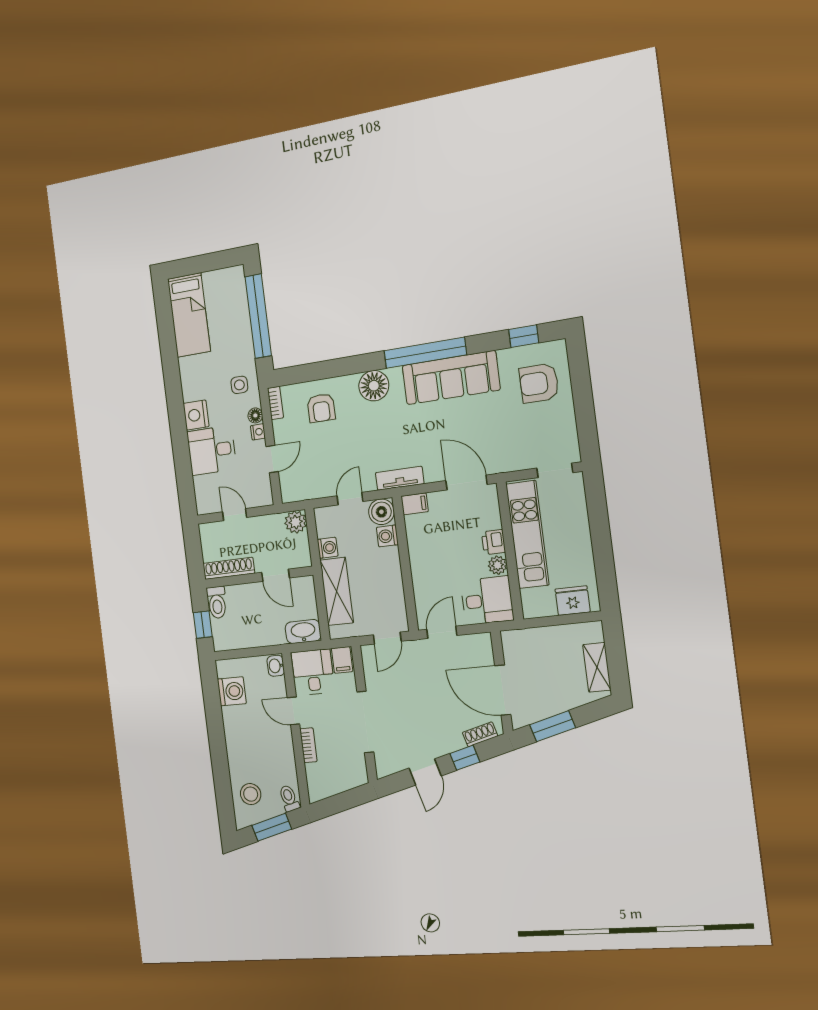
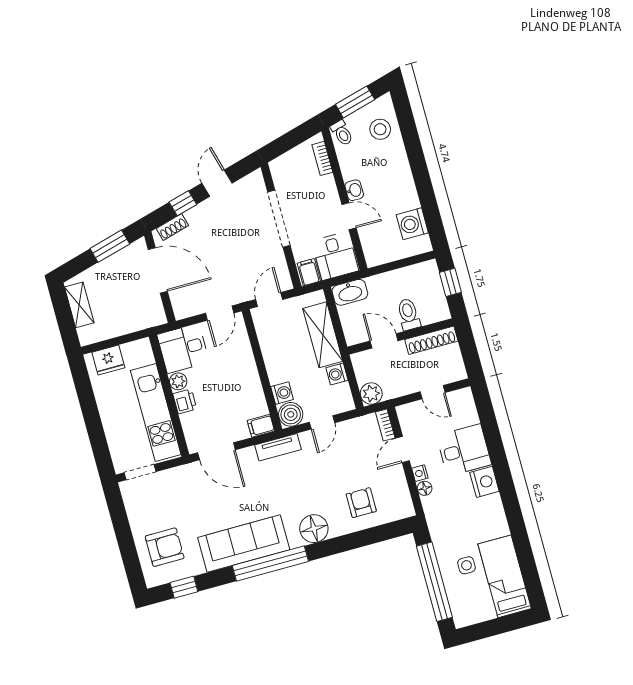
side table: (239, 385) -> (466, 565), moved
bookcase: (275, 403) -> (385, 425), moved
toilet: (217, 602) -> (409, 314), moved
washbasin: (276, 666) -> (354, 190), moved
bookcase: (308, 745) -> (322, 158), moved

